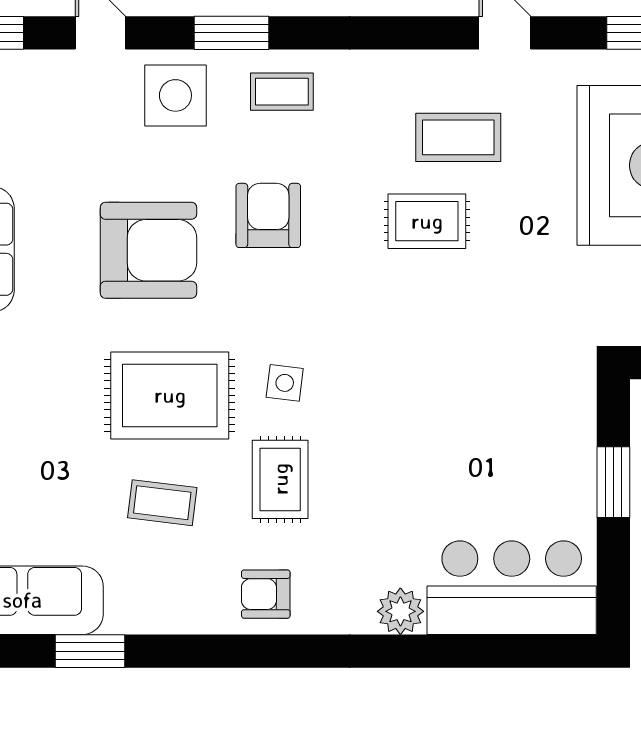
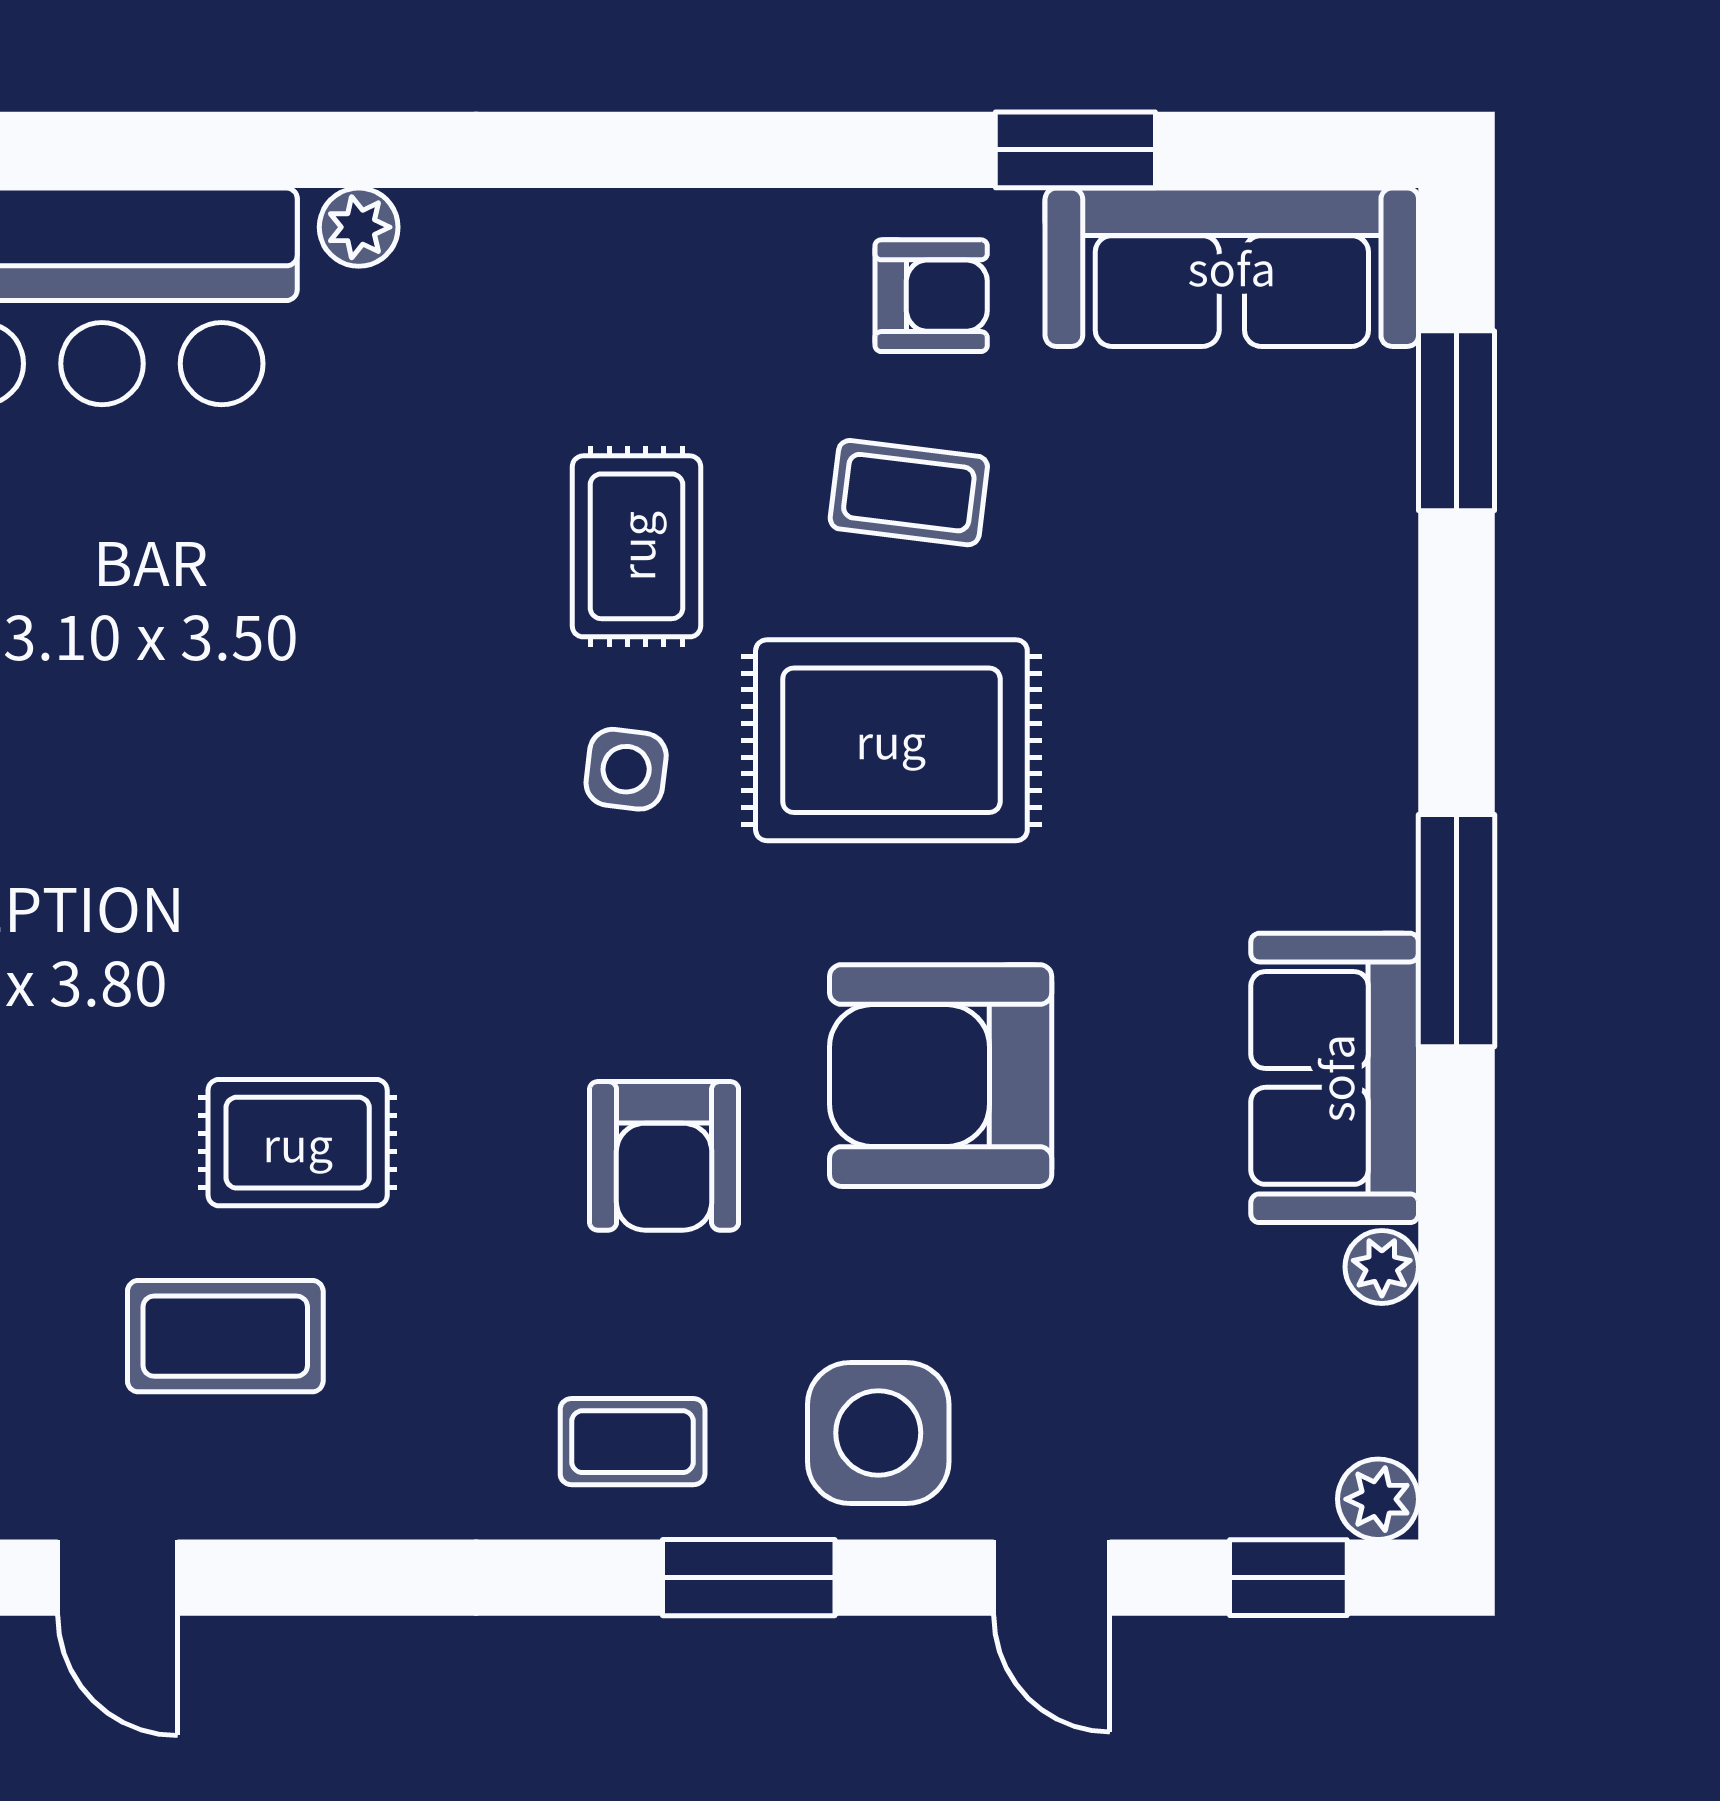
armchair: (266, 594) -> (931, 296), moved
plant: (400, 611) -> (359, 227), width x0.73, depth x0.73

